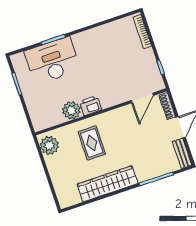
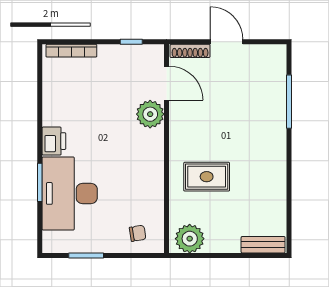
printer: (90, 106) -> (54, 141), moved, turned 180
plant: (71, 110) -> (150, 114), moved
chair: (42, 112) -> (138, 233), added
bench: (182, 153) -> (263, 245), moved
wardrobe: (107, 184) -> (272, 174), removed

